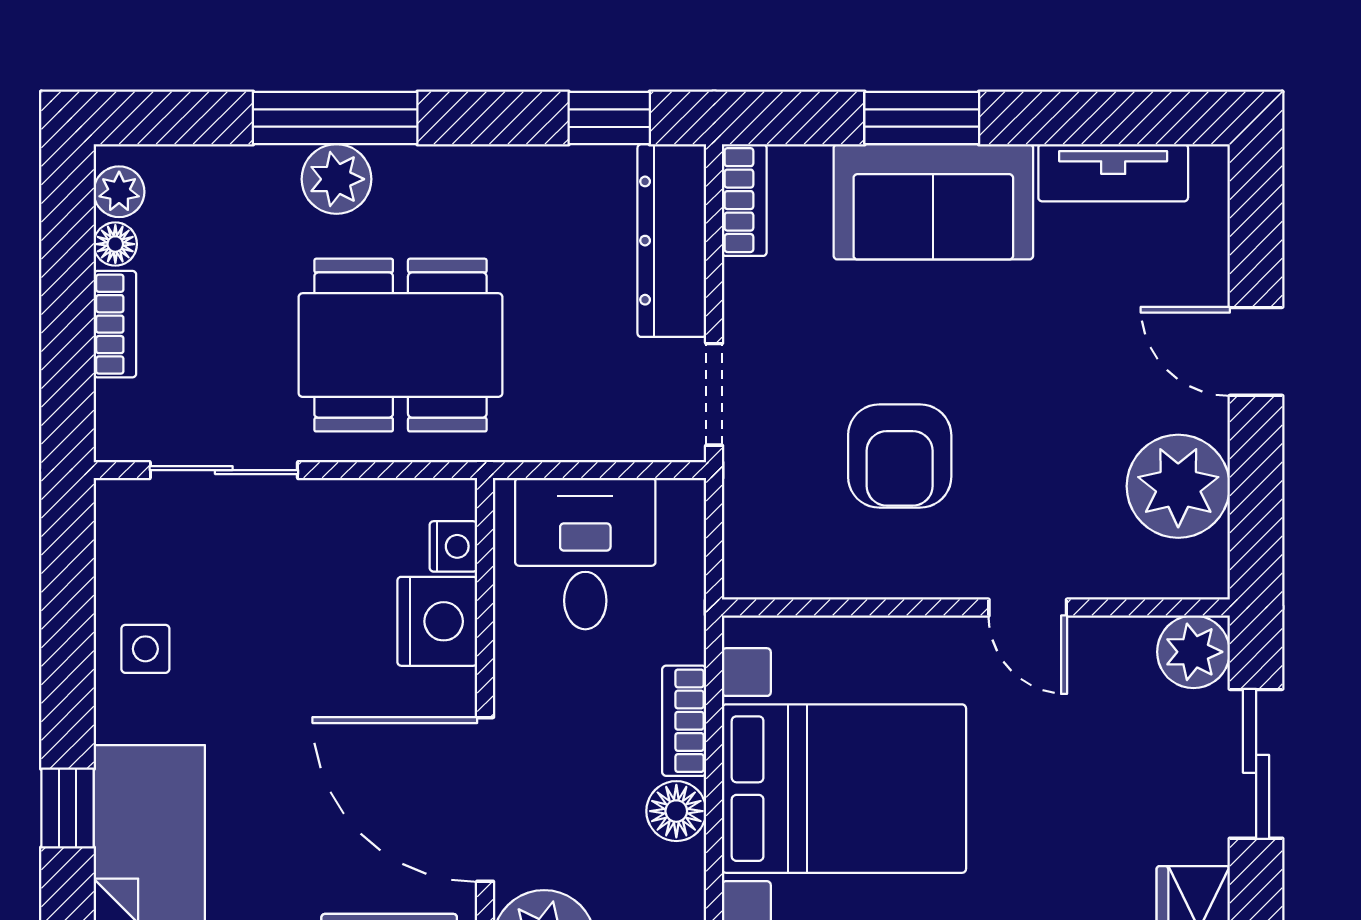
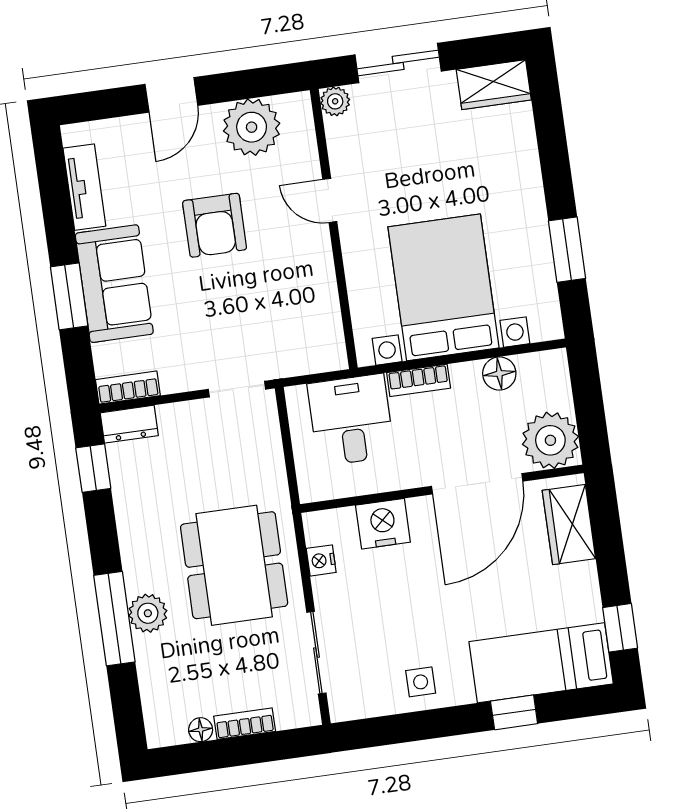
plant: (119, 192) -> (172, 732), removed
dresser: (672, 241) -> (129, 424), width x0.51, depth x0.80
armchair: (900, 456) -> (215, 225), moved, turned 90
nightstand: (453, 546) -> (321, 560), moved, turned -90
desk: (585, 554) -> (351, 420), moved, turned 90
door: (1028, 608) -> (330, 200), swing flipped
plant: (1193, 652) -> (335, 101), width x0.73, depth x0.73
floor lamp: (676, 811) -> (499, 373), moved

